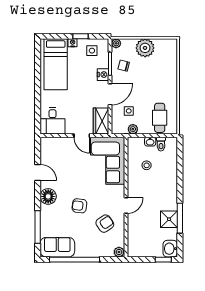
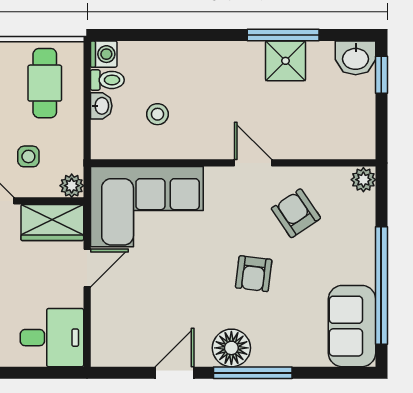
cafe table: (160, 118) -> (45, 83), turned 90
plant: (133, 129) -> (72, 186), moved
washing machine: (172, 143) -> (104, 54), added
window: (38, 227) -> (253, 373), moved

